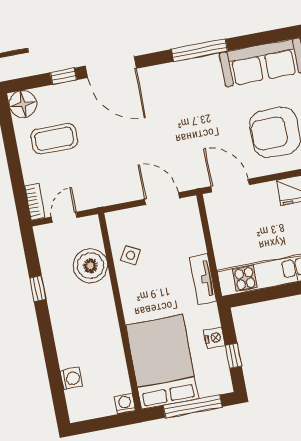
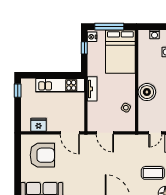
boiler: (90, 266) -> (147, 92), moved
nightstand: (214, 338) -> (92, 37), moved
washing machine: (125, 403) -> (155, 34), moved

